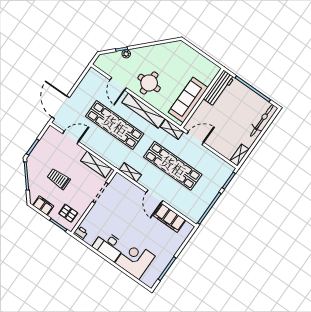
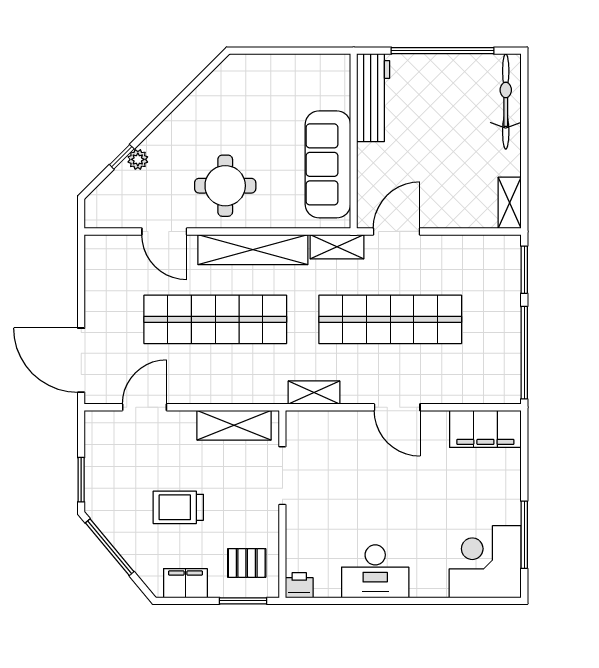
filing cabinet: (170, 218) -> (485, 429), moved
corner desk: (135, 259) -> (485, 562), moved

